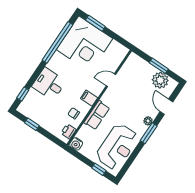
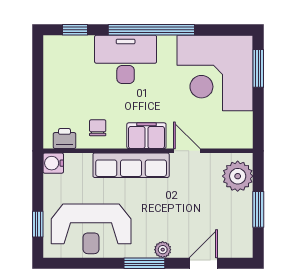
window: (57, 42) -> (151, 30), moved
plant: (160, 80) -> (238, 176), moved
desk: (49, 84) -> (126, 59), width x1.37
filing cabinet: (89, 98) -> (146, 136), width x2.00
row of seats: (97, 115) -> (131, 165), width x1.48
window: (32, 124) -> (38, 75), removed

